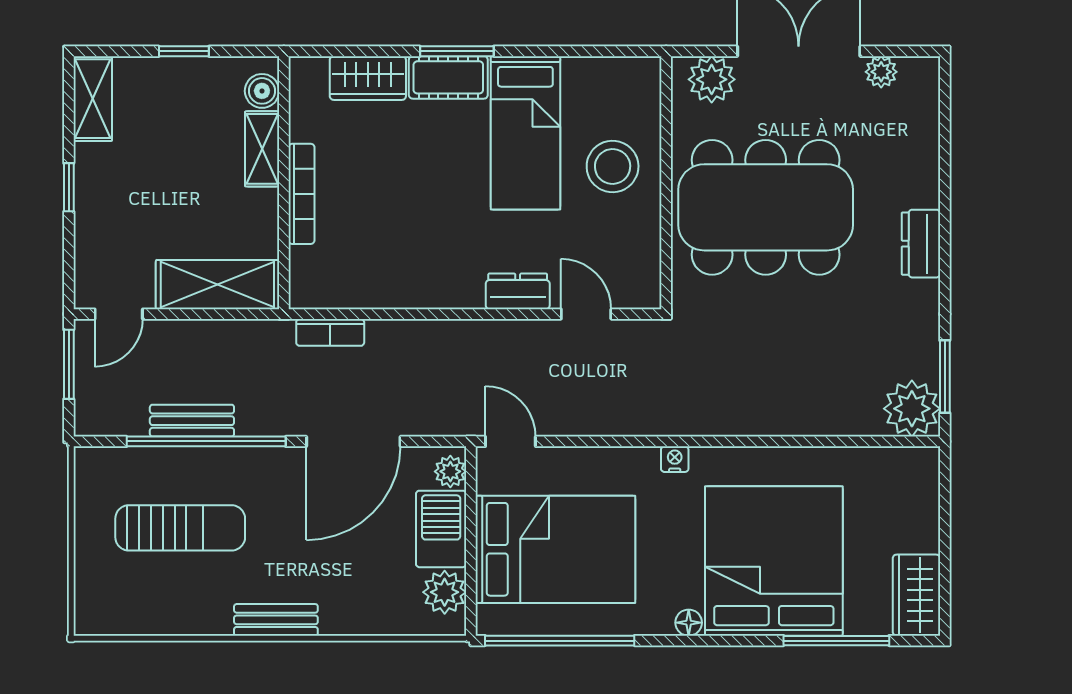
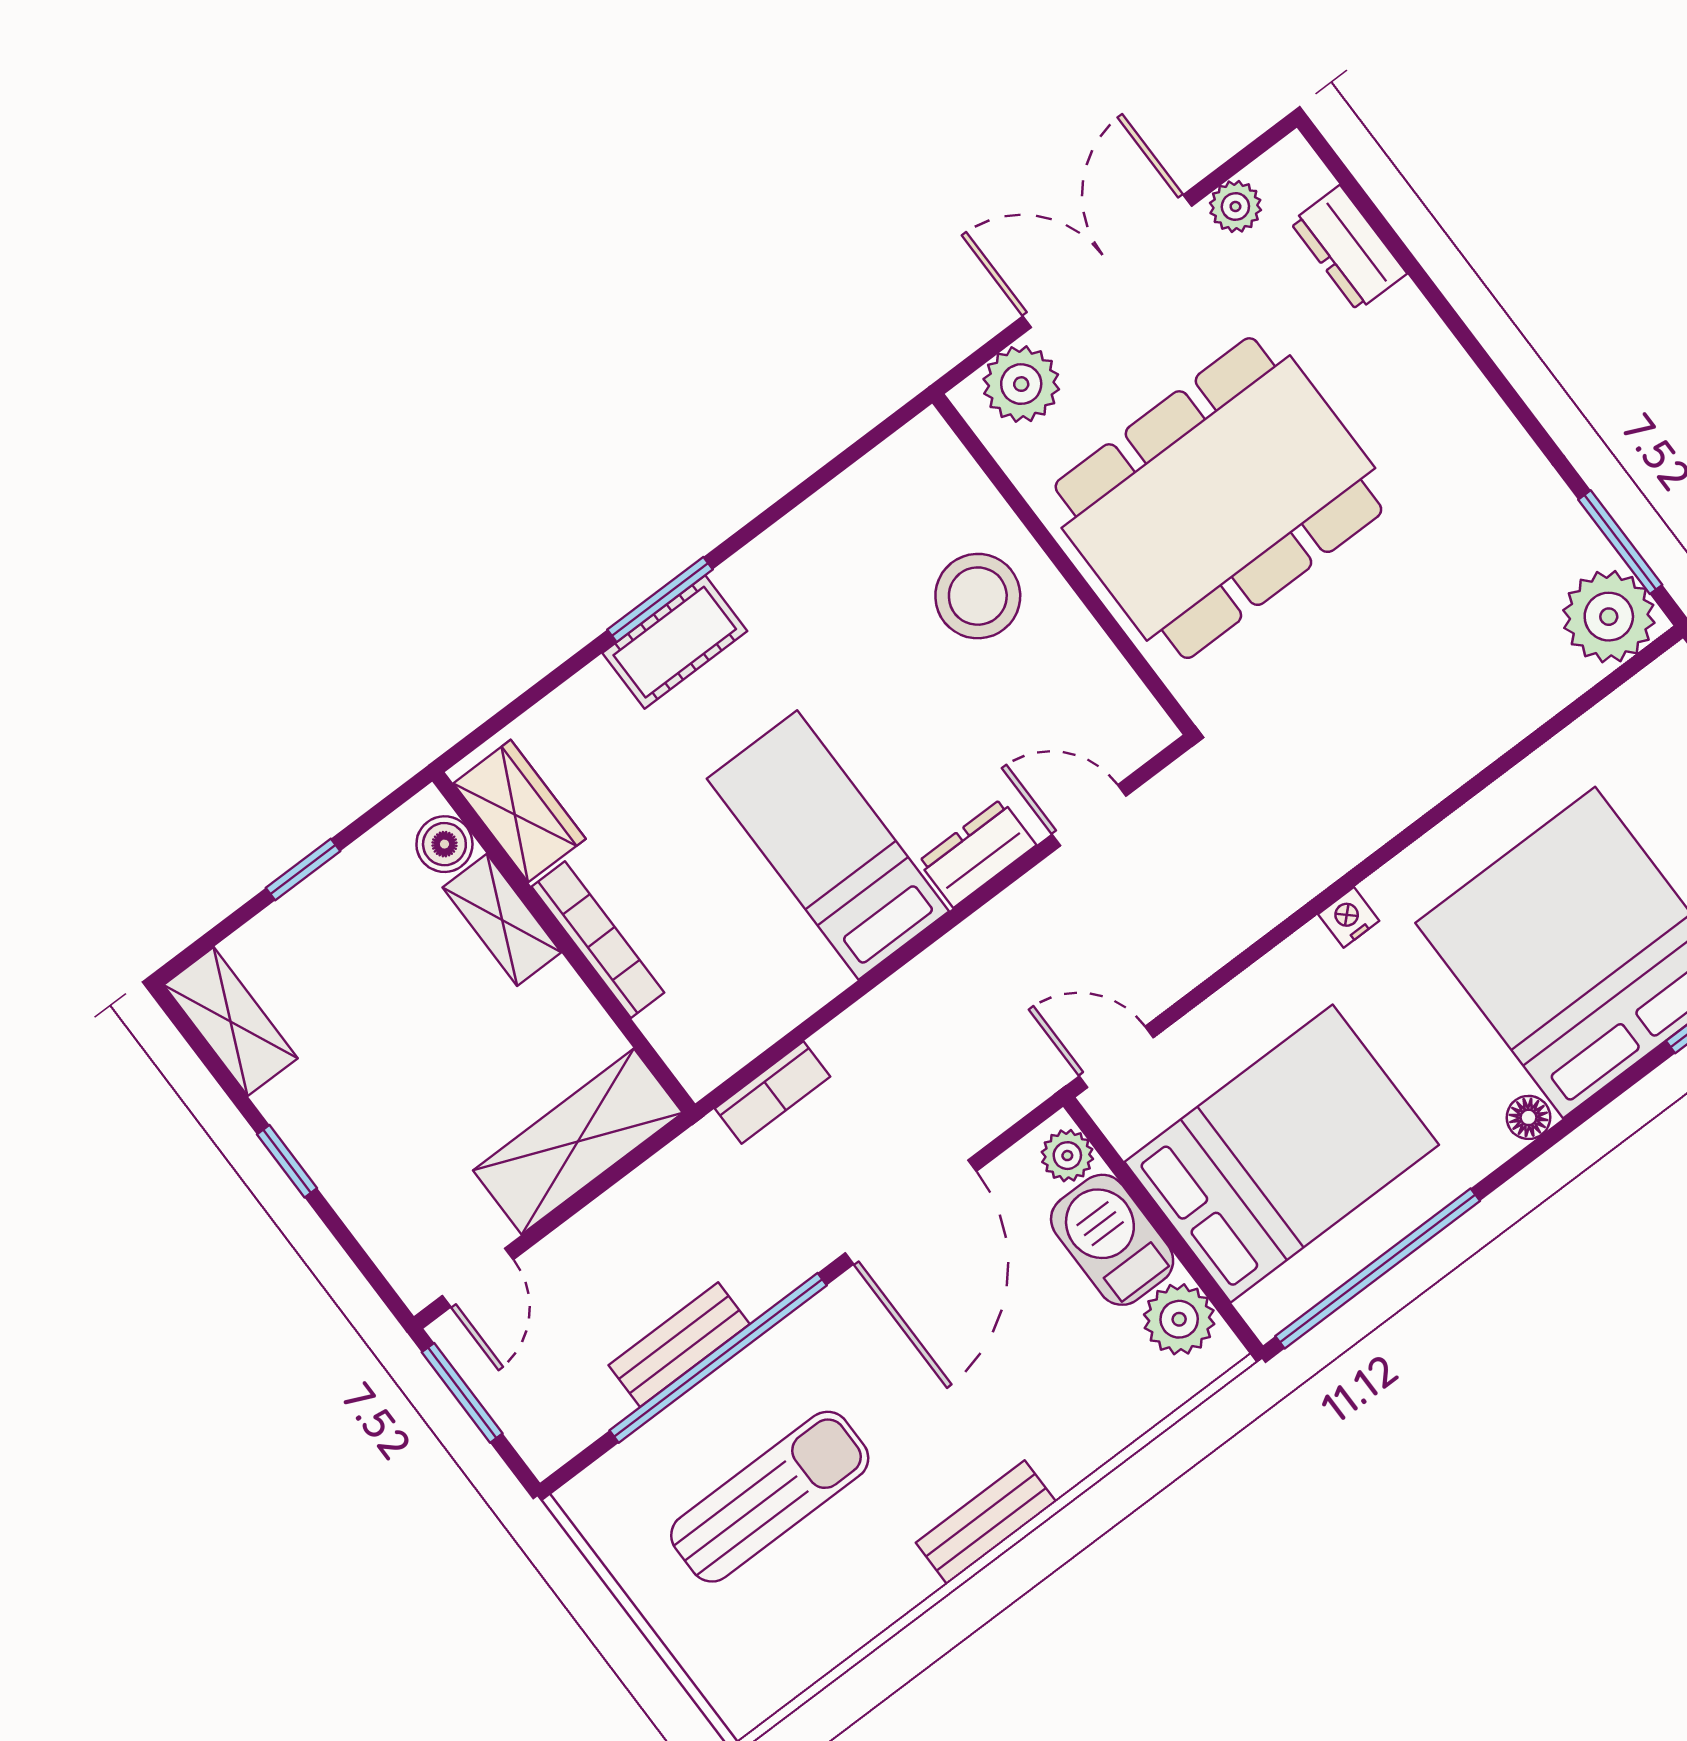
wardrobe: (368, 78) -> (519, 811), moved, turned -90
bed: (525, 133) -> (828, 845), moved, turned 180
dresser: (921, 244) -> (1349, 248), moved

